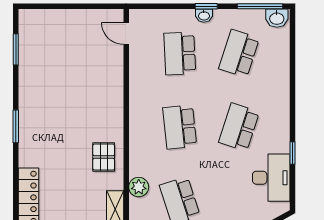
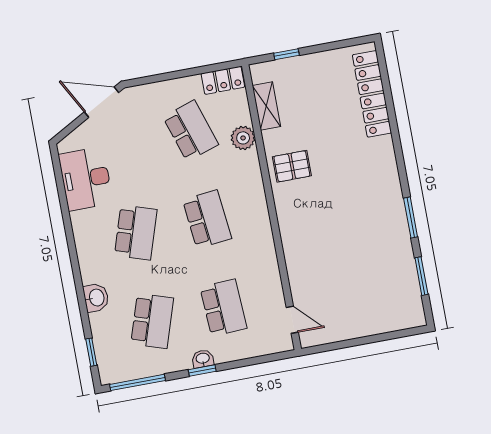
washbasin: (277, 18) -> (96, 298), moved, turned 90
window: (16, 126) -> (411, 217), moved
window: (293, 153) -> (91, 352), moved
pallet: (104, 157) -> (292, 166), turned 90

